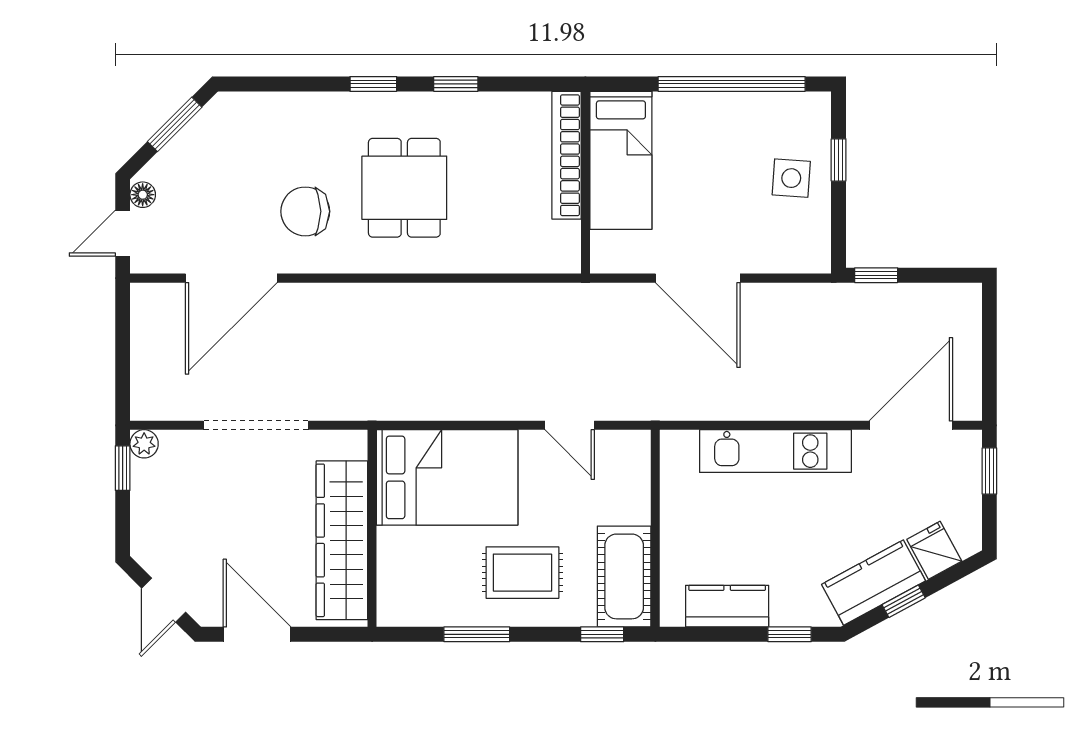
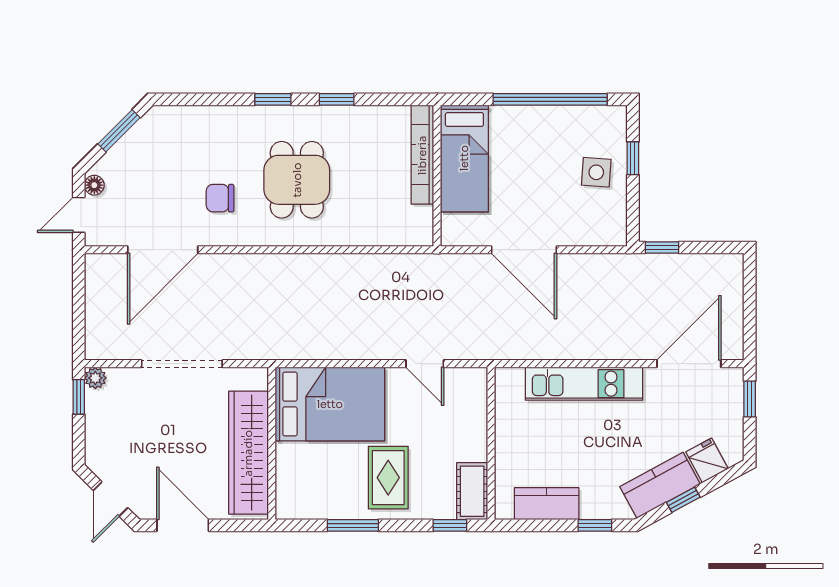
chair: (305, 211) -> (220, 198), width x0.73, depth x0.73
rug: (522, 573) -> (388, 478), turned 90
cot: (624, 576) -> (472, 491), width x0.73, depth x0.75

